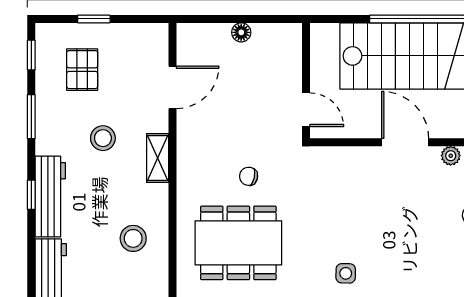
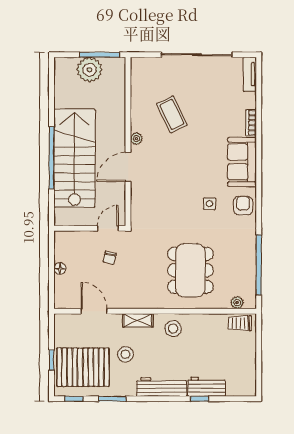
pallet: (82, 70) -> (83, 367), width x2.05, depth x2.00
chair: (249, 176) -> (110, 258), moved
window: (31, 195) -> (200, 399), moved
stool: (133, 238) -> (173, 329), moved

